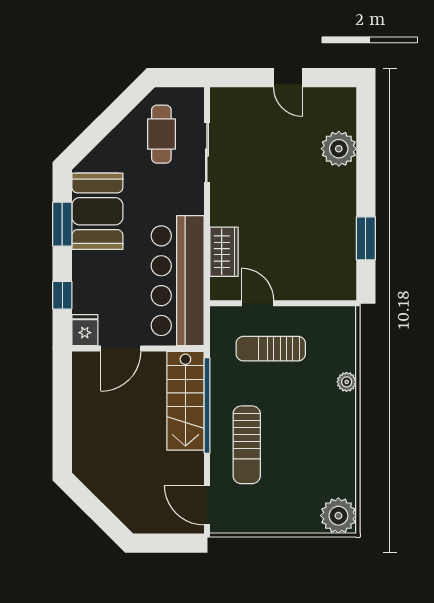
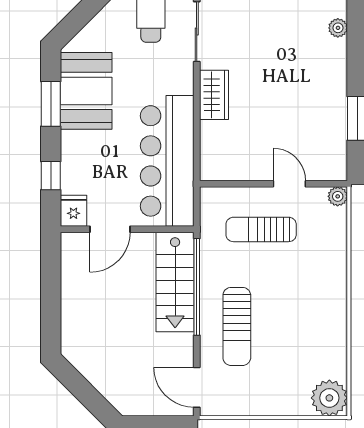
plant: (339, 149) -> (338, 28), width x0.53, depth x0.53
wardrobe: (224, 252) -> (214, 95), moved
door: (258, 303) -> (289, 184), moved
plant: (347, 382) -> (338, 196), moved

